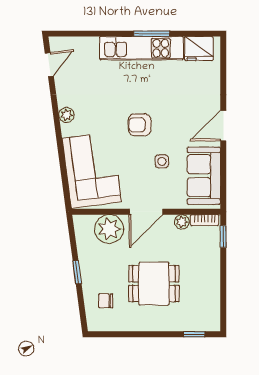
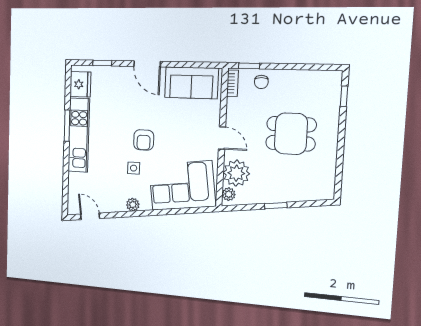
window: (223, 74) -> (102, 63), added
side table: (162, 161) -> (134, 168), moved
door: (146, 212) -> (222, 138), width x0.73
plant: (182, 222) -> (229, 194), moved
dining table: (154, 284) -> (291, 134), turned 90
chair: (106, 301) -> (261, 82), moved

